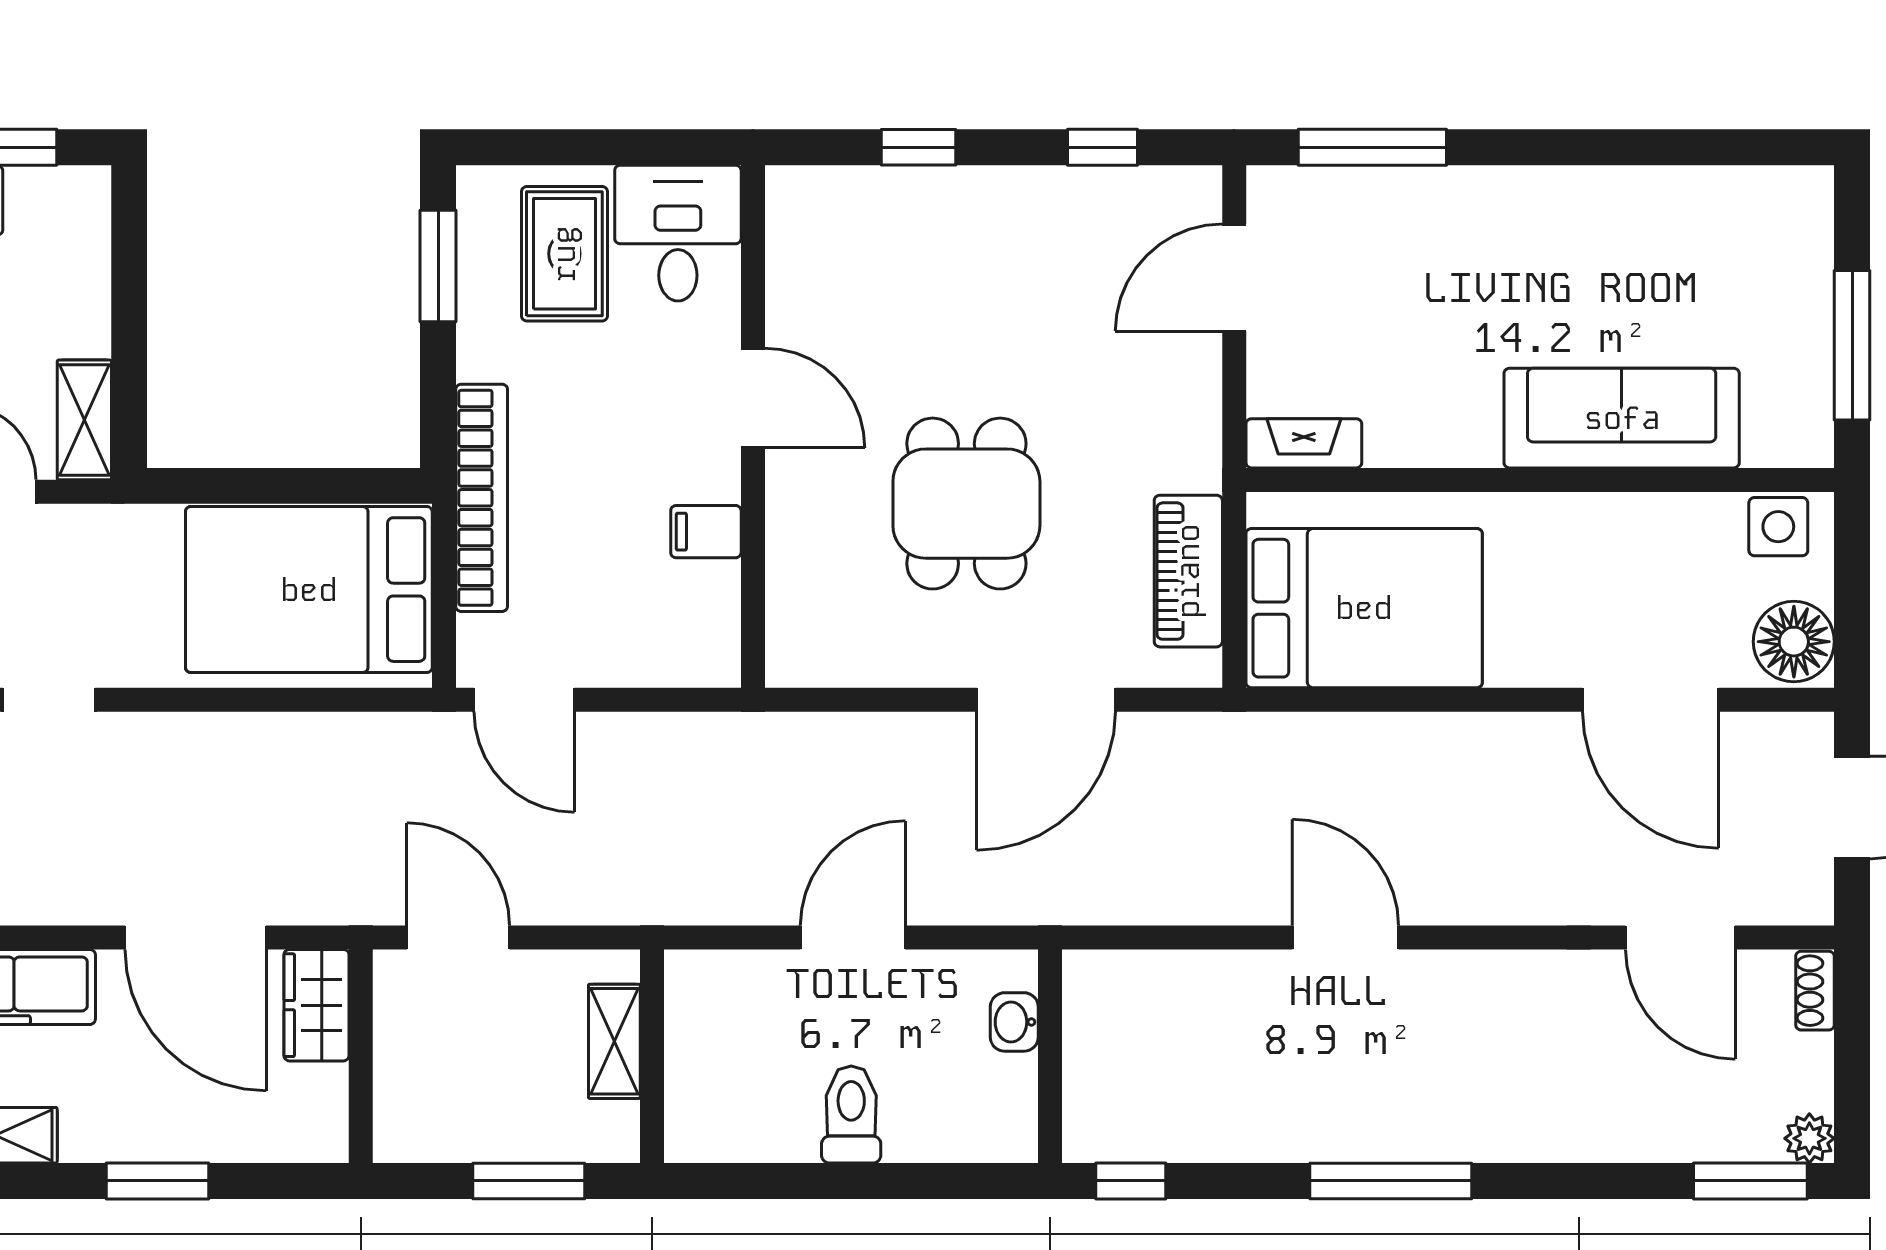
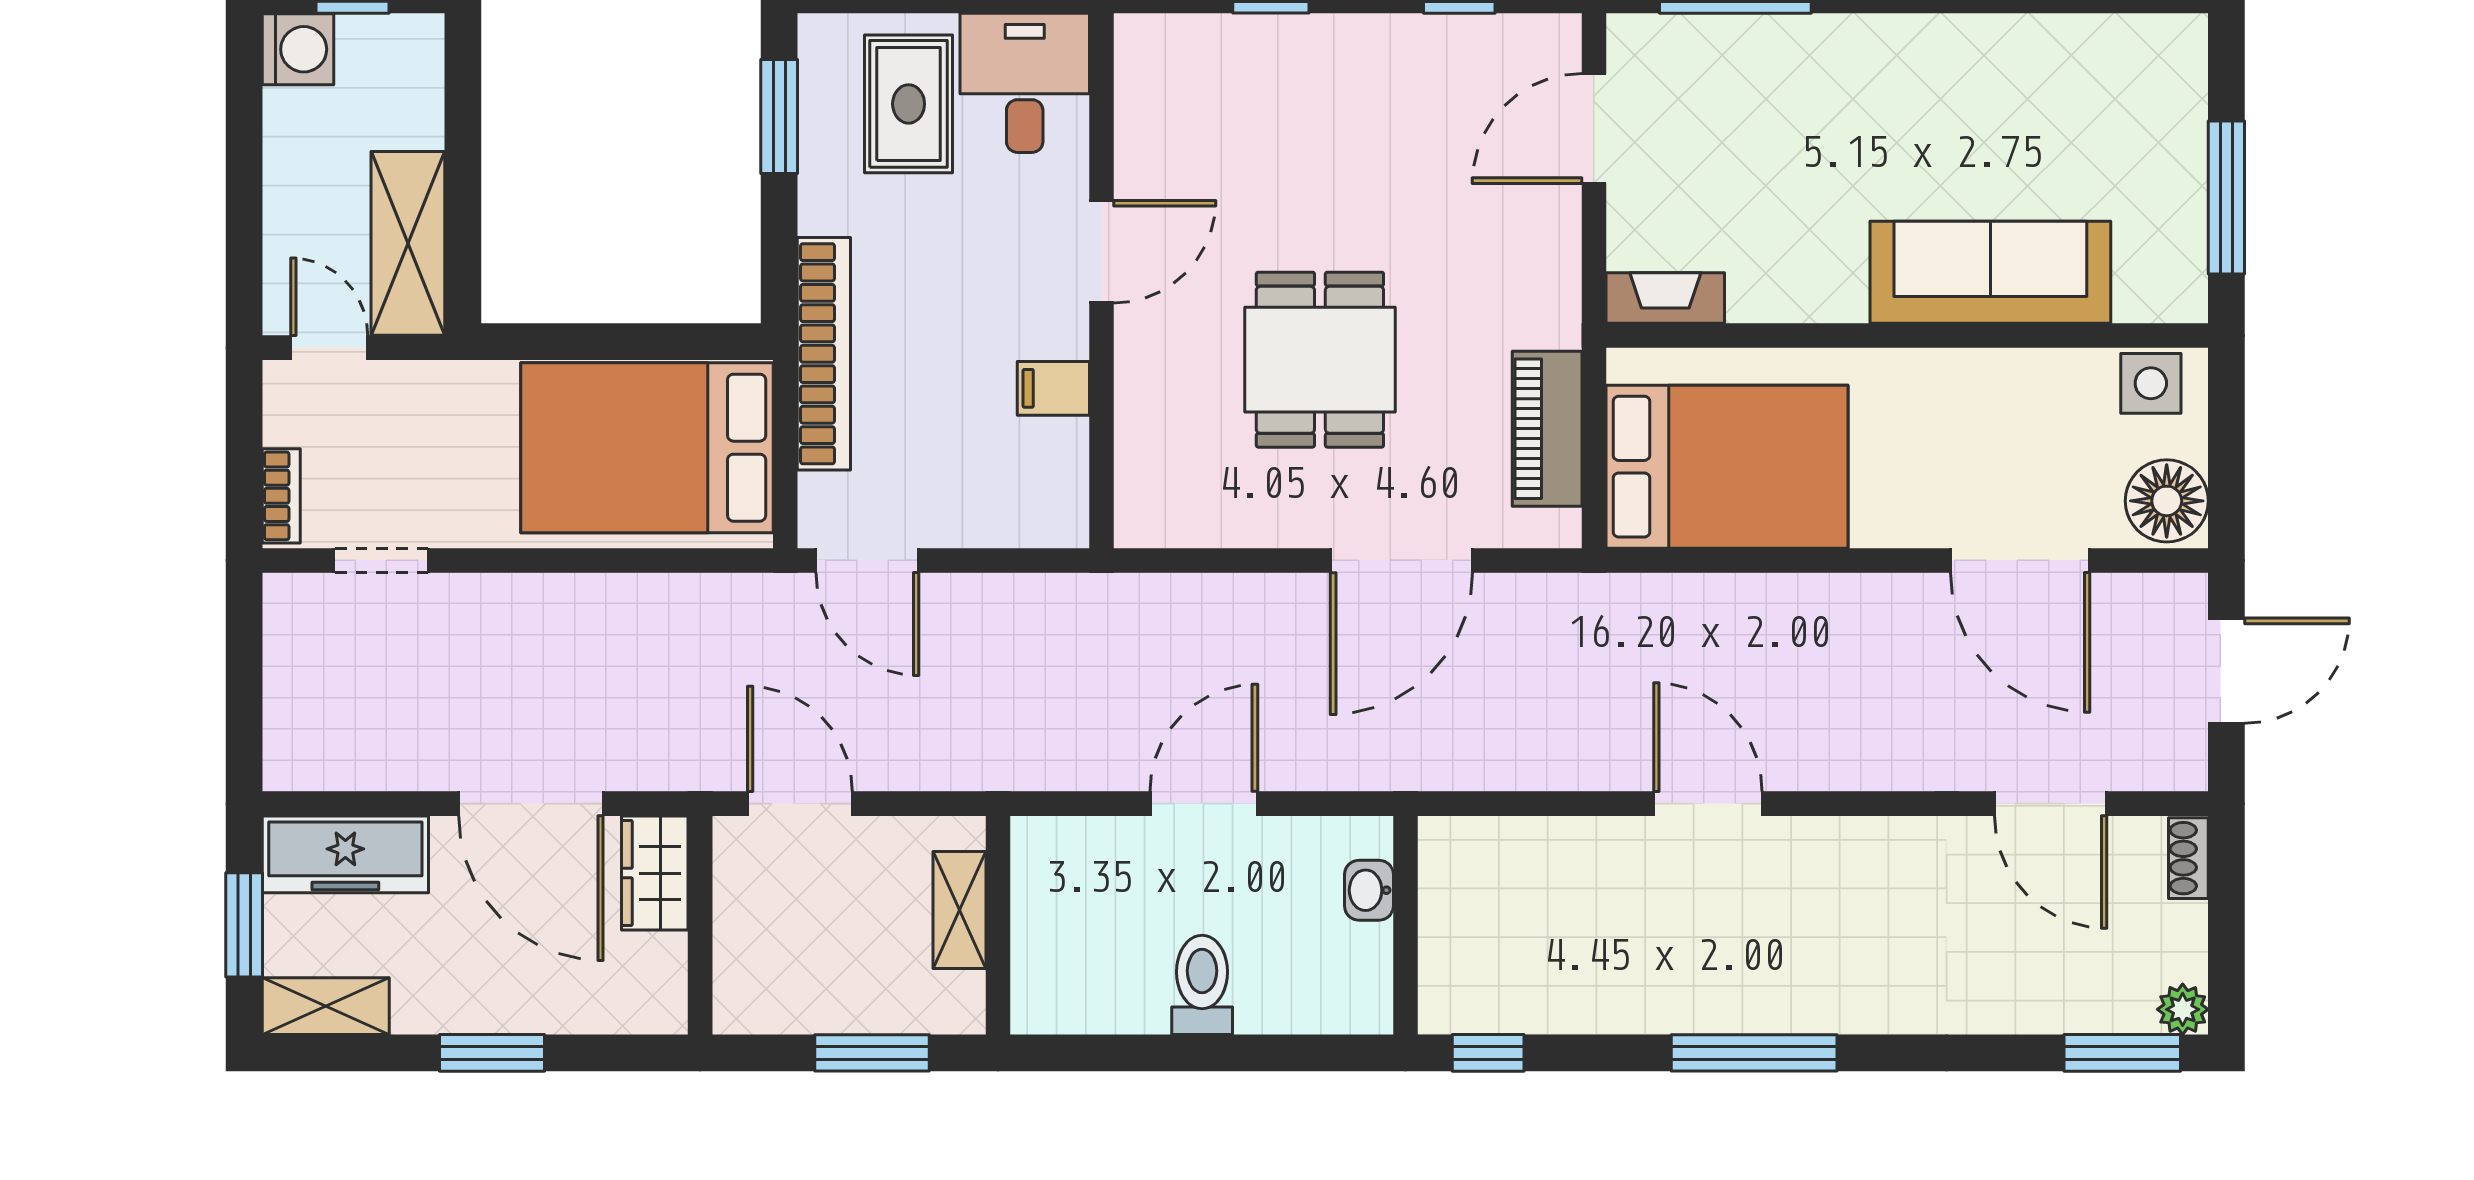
door: (753, 398) -> (1101, 252), hinge flipped
shelving: (84, 420) -> (408, 243), width x1.50, depth x1.33

